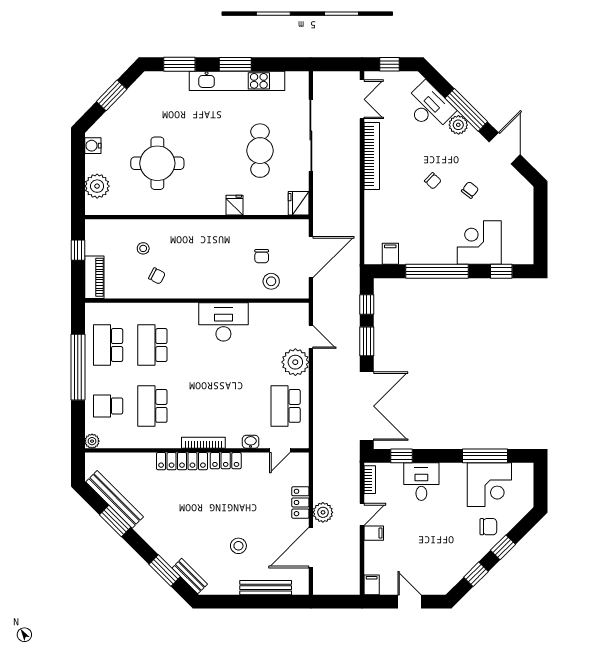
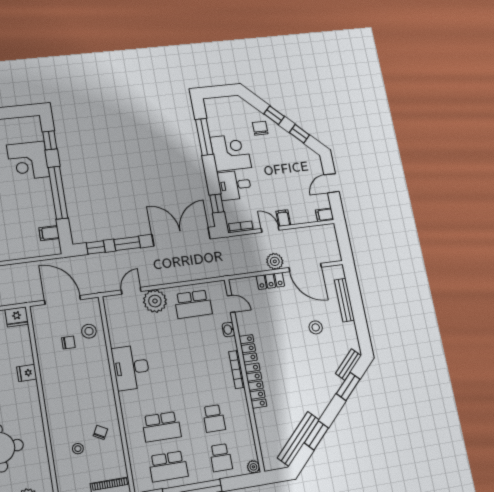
school desk: (152, 406) -> (214, 418), width x0.54
corner desk: (489, 485) -> (231, 152), moved

